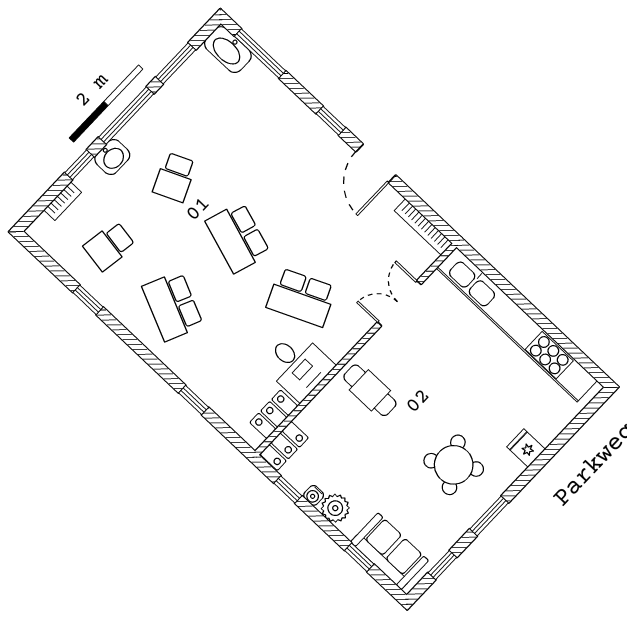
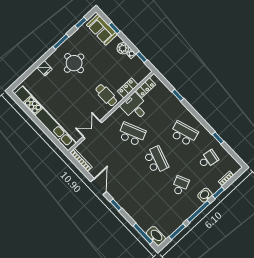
double door: (399, 303) -> (92, 130), swing flipped
school desk: (173, 306) -> (184, 134), turned -42
locker: (284, 446) -> (128, 88), moved
round table: (454, 465) -> (74, 63), turned 33

